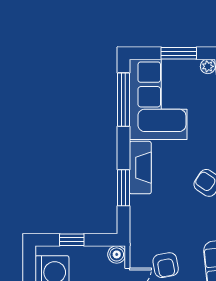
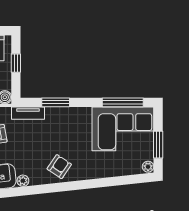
fireplace: (140, 168) -> (71, 115), removed
tv unit: (138, 224) -> (28, 113), added

